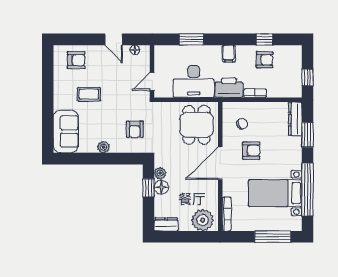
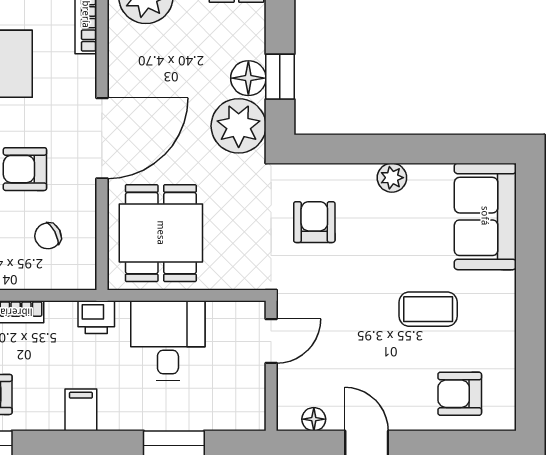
desk: (194, 82) -> (168, 340), width x0.73
printer: (229, 88) -> (96, 317), width x0.53, depth x0.68
plant: (160, 173) -> (239, 126), width x1.87, depth x1.87

